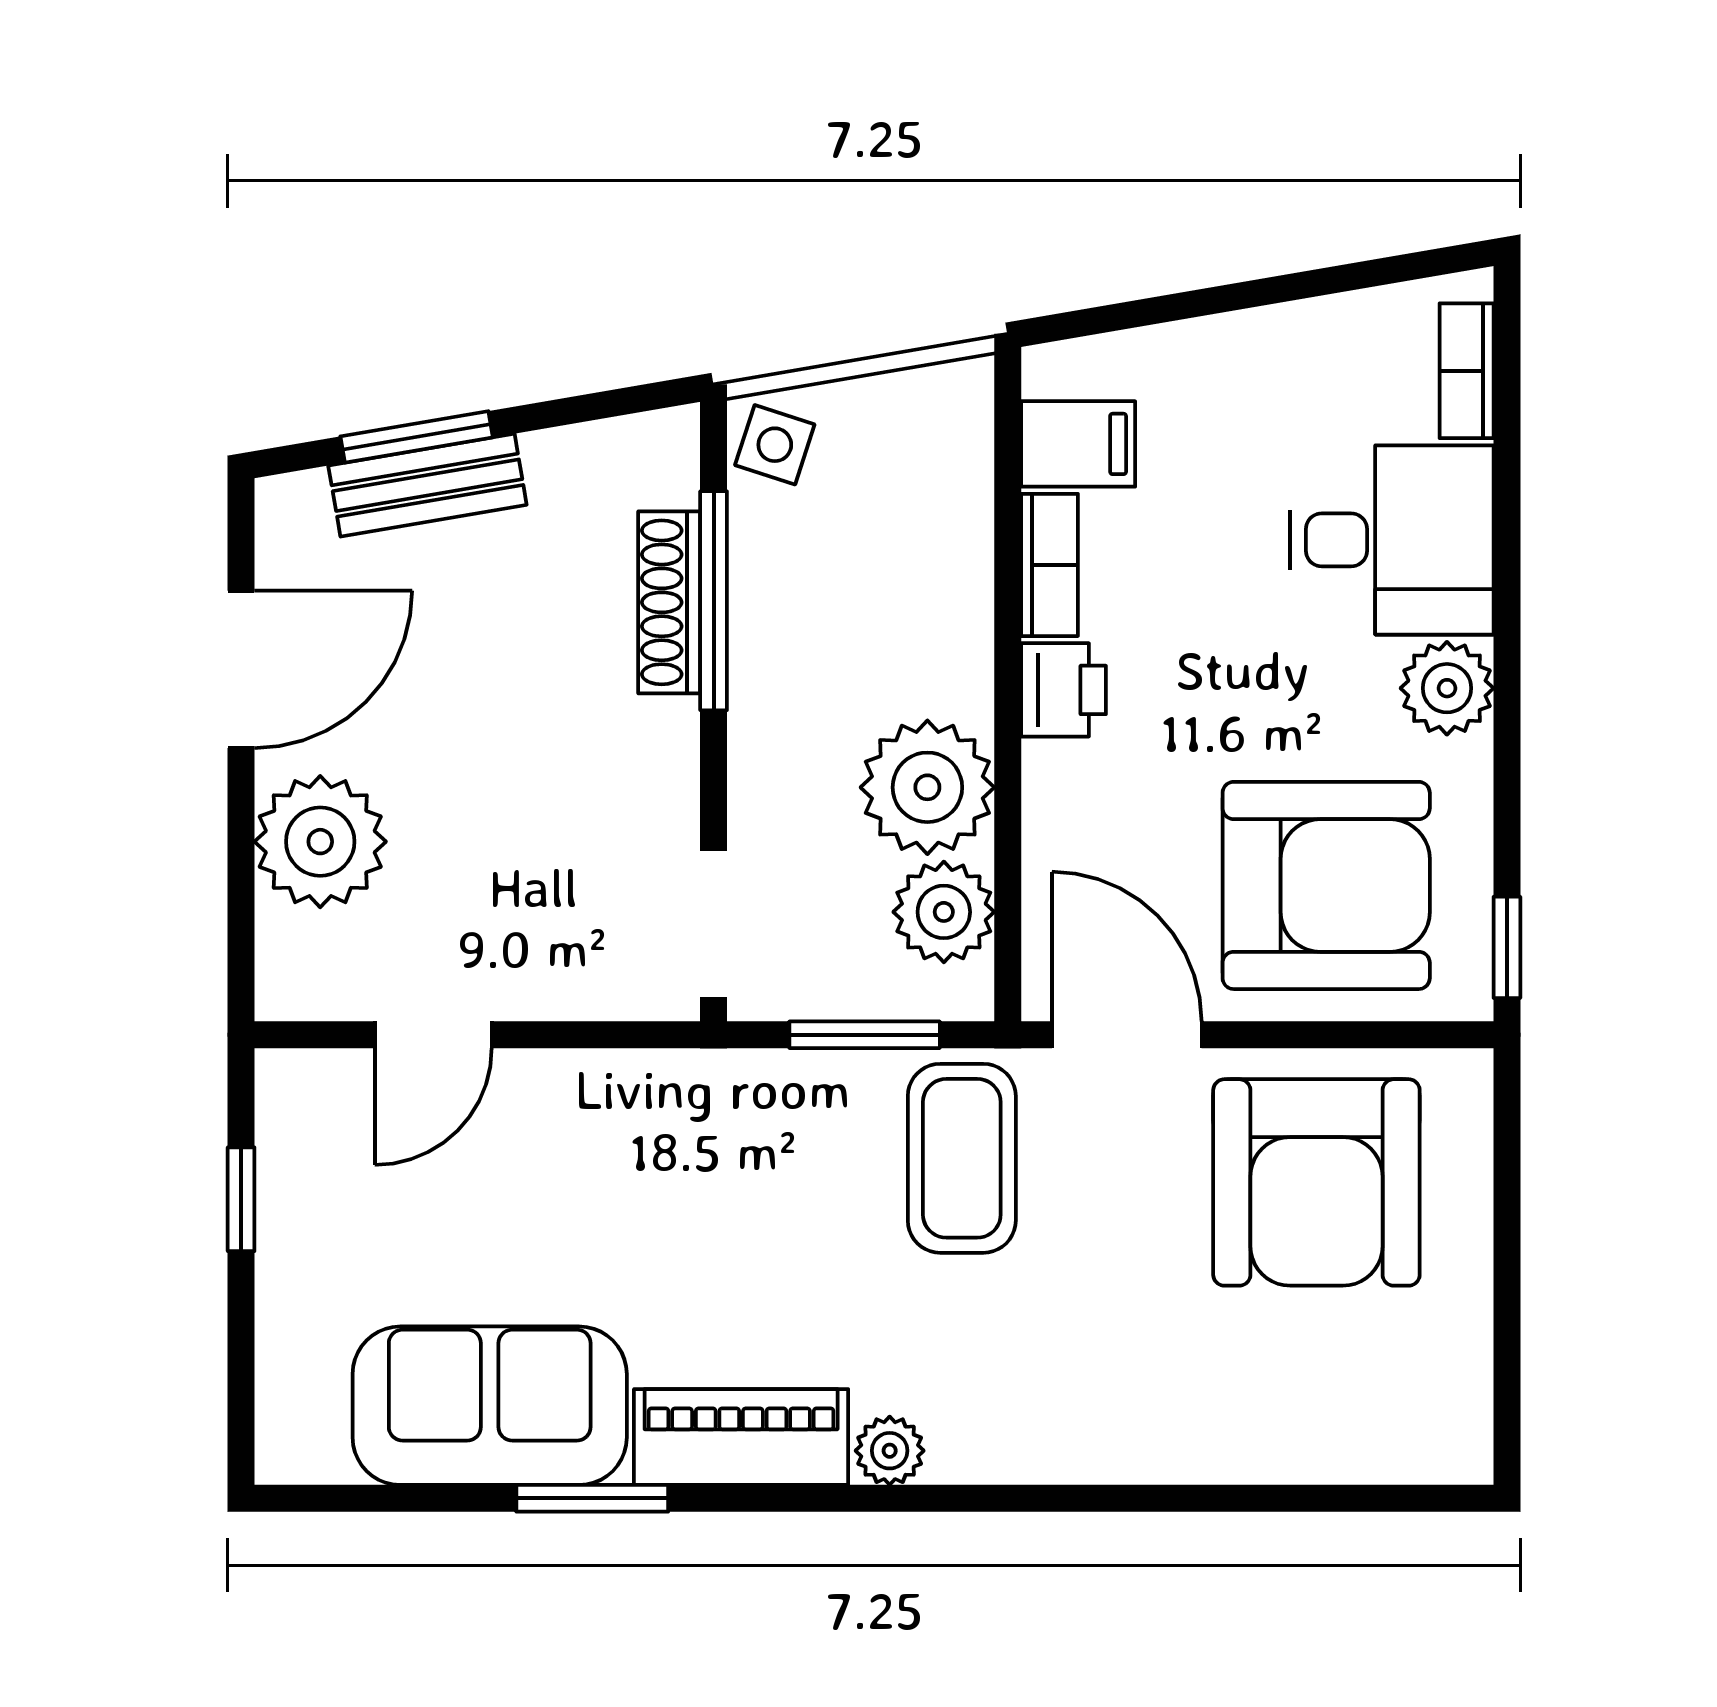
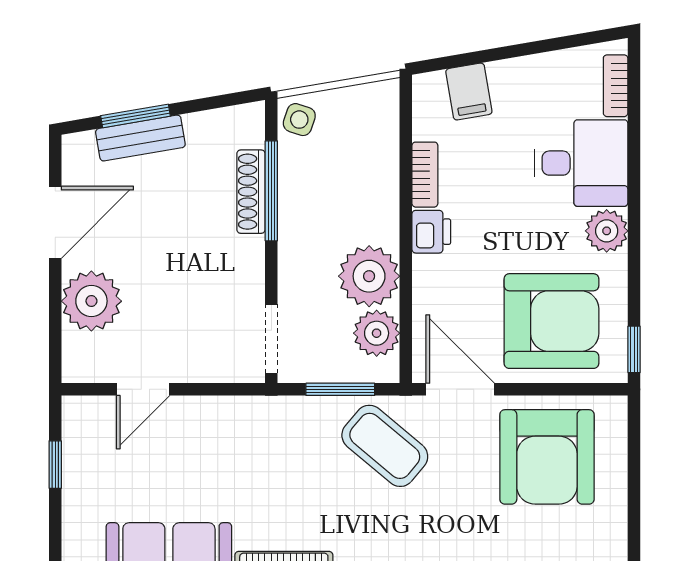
filing cabinet: (1078, 444) -> (469, 92), moved, turned 80
coffee table: (962, 1158) -> (385, 446), turned -50

